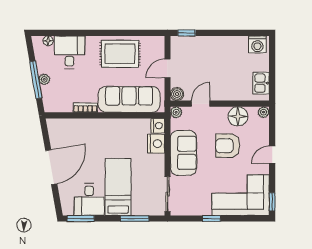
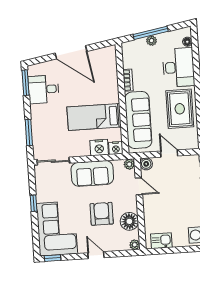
desk: (69, 52) -> (178, 67), width x1.37
bed: (118, 187) -> (94, 117), moved, turned 180

